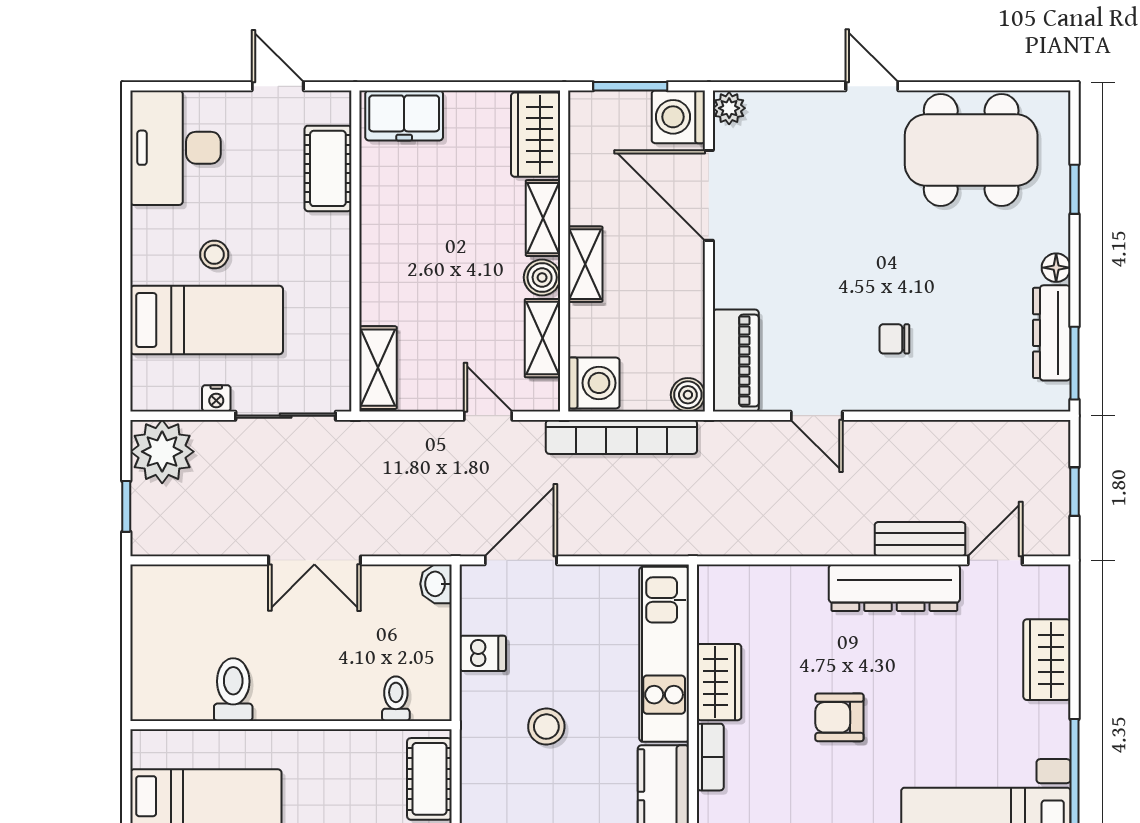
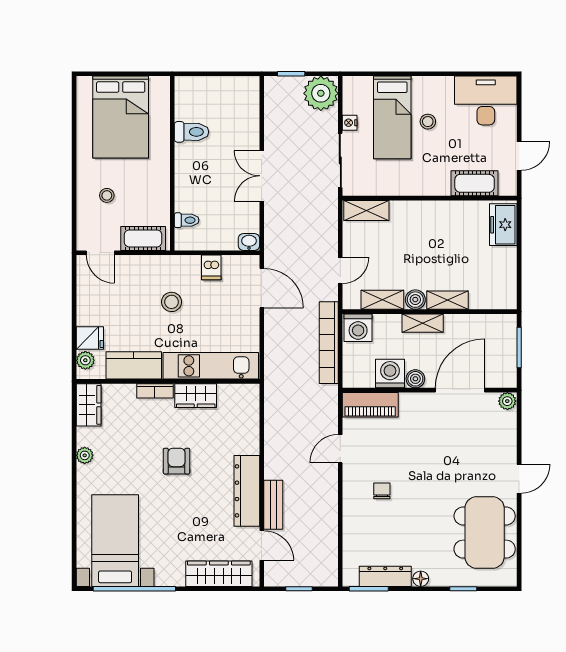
washing machine: (678, 117) -> (390, 374), moved
wardrobe: (536, 135) -> (493, 296), removed
boiler: (688, 395) -> (415, 379), moved
wardrobe: (1047, 660) -> (219, 574), width x1.50

